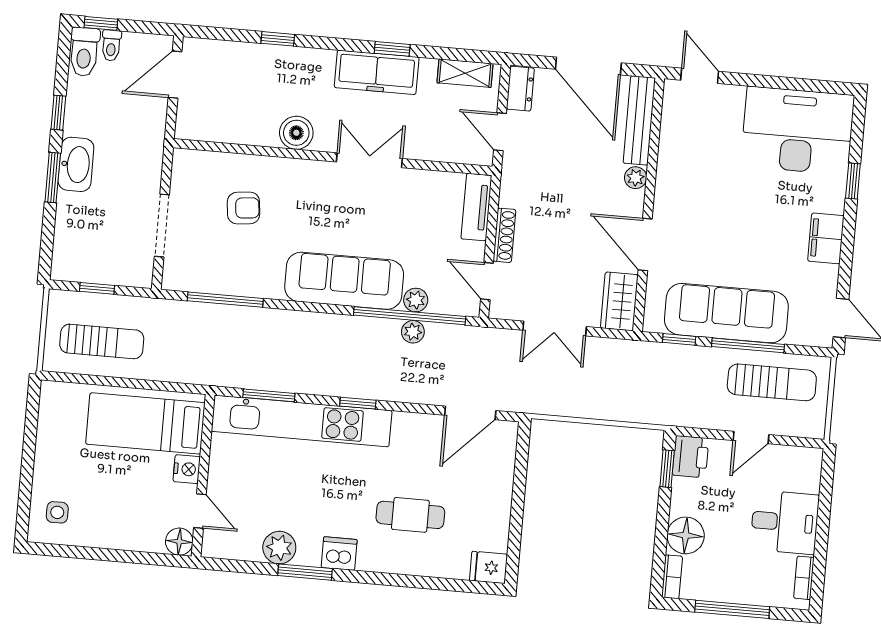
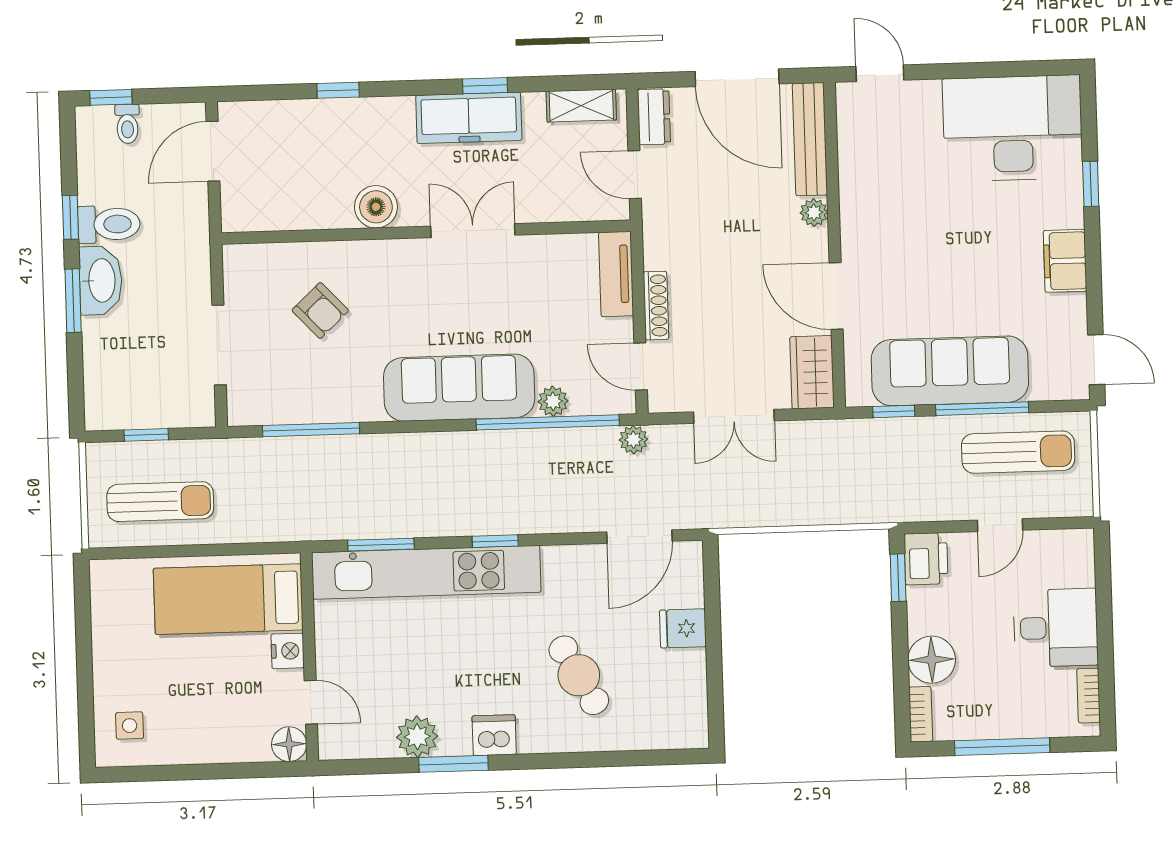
toilet: (84, 52) -> (109, 224), moved, turned -90
armchair: (244, 208) -> (320, 310), turned 53
plant: (413, 332) -> (633, 440), moved
cafe table: (410, 515) -> (579, 675), turned 61
fridge: (489, 567) -> (683, 628), moved

